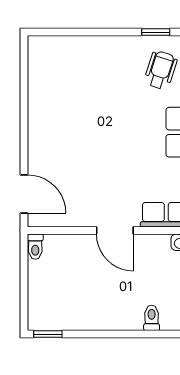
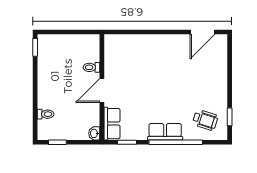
door: (24, 194) -> (202, 32), moved
toilet: (35, 247) -> (91, 67), moved

